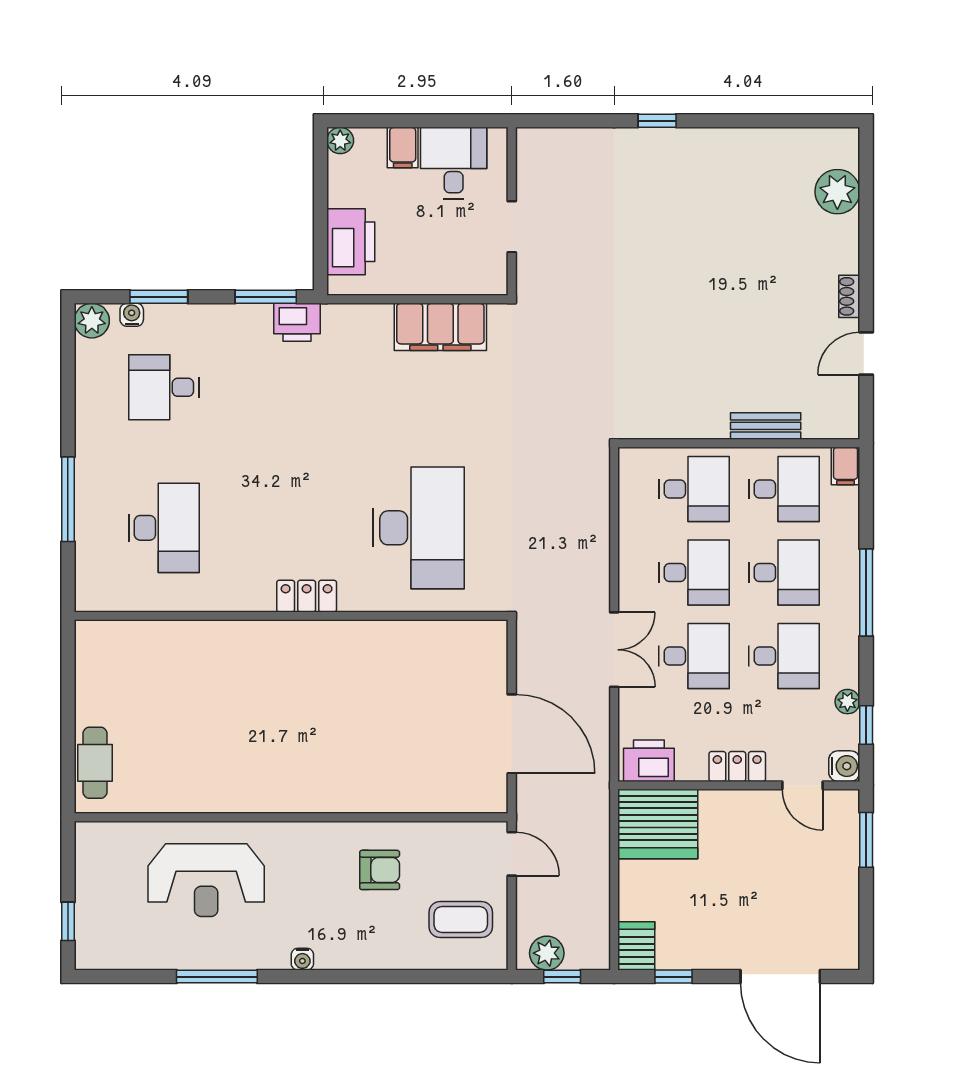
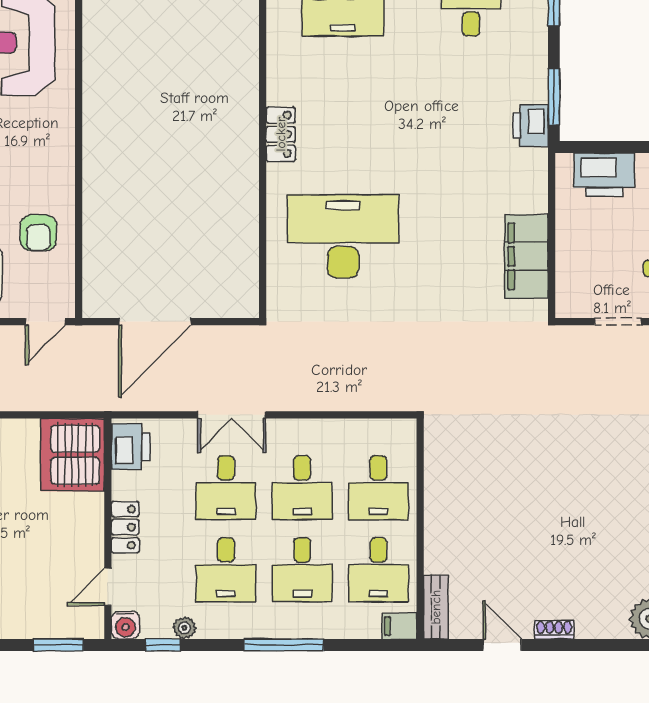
bench: (766, 426) -> (436, 607), moved
desk: (418, 528) -> (343, 236), turned 180
armchair: (380, 870) -> (38, 233), moved

